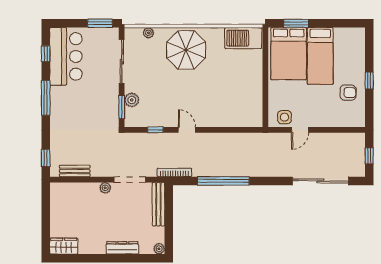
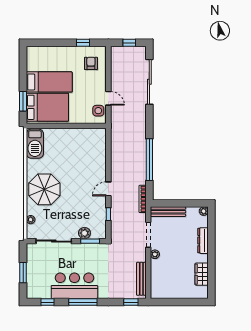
window: (100, 23) -> (23, 273), moved
bar counter: (66, 56) -> (74, 286), moved
window: (369, 81) -> (83, 43), moved
armchair: (348, 93) -> (91, 63), moved
bench: (75, 171) -> (141, 279), width x1.36
wardrobe: (64, 246) -> (202, 274), moved

